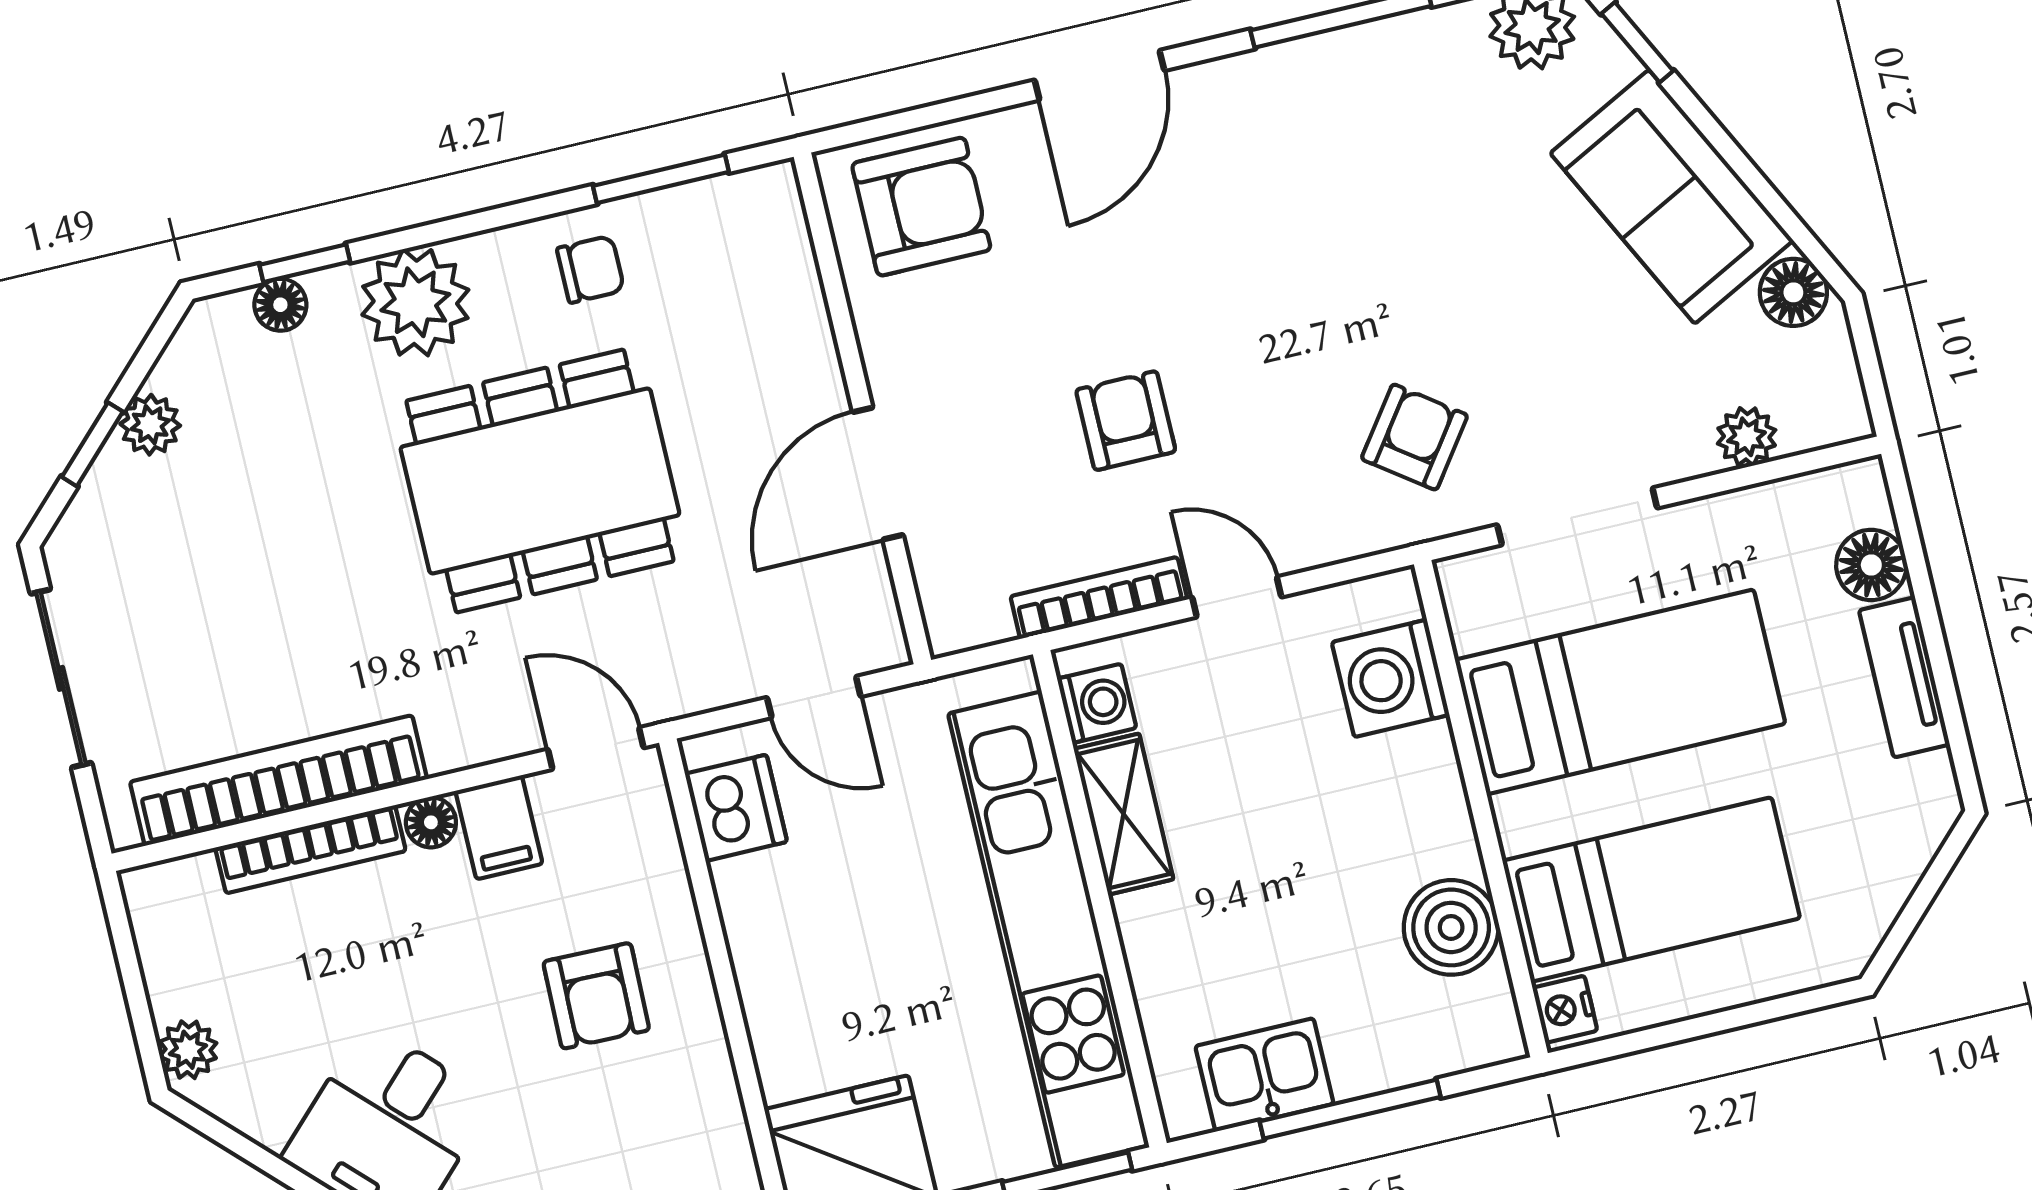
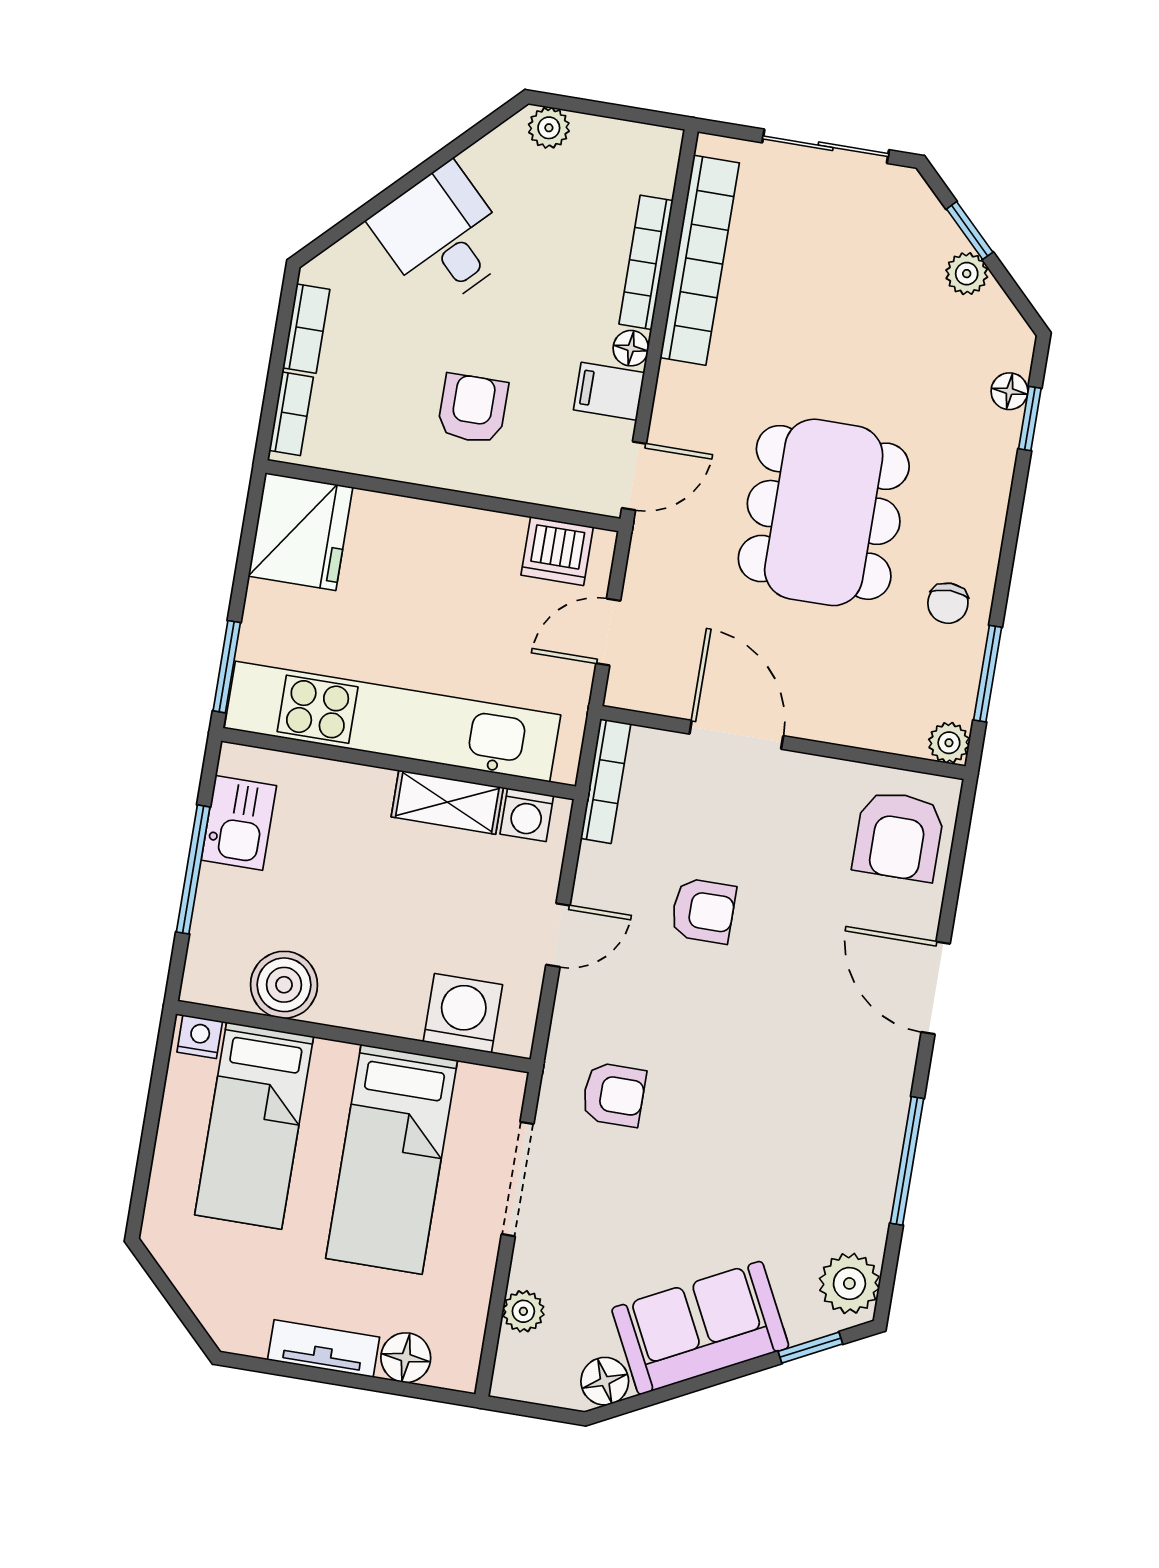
plant: (415, 302) -> (949, 743), moved, width x0.53, depth x0.53
armchair: (1414, 437) -> (614, 1095), turned -36
bookcase: (1099, 598) -> (606, 781), moved
armchair: (596, 996) -> (473, 409), turned 89

